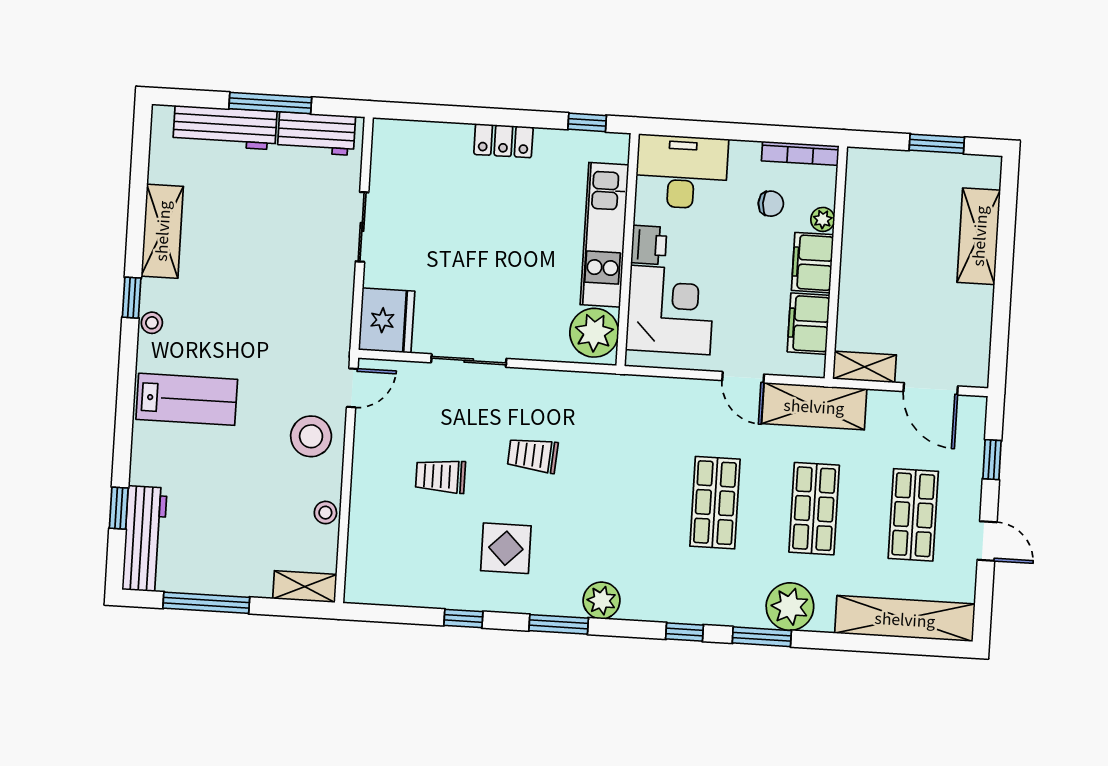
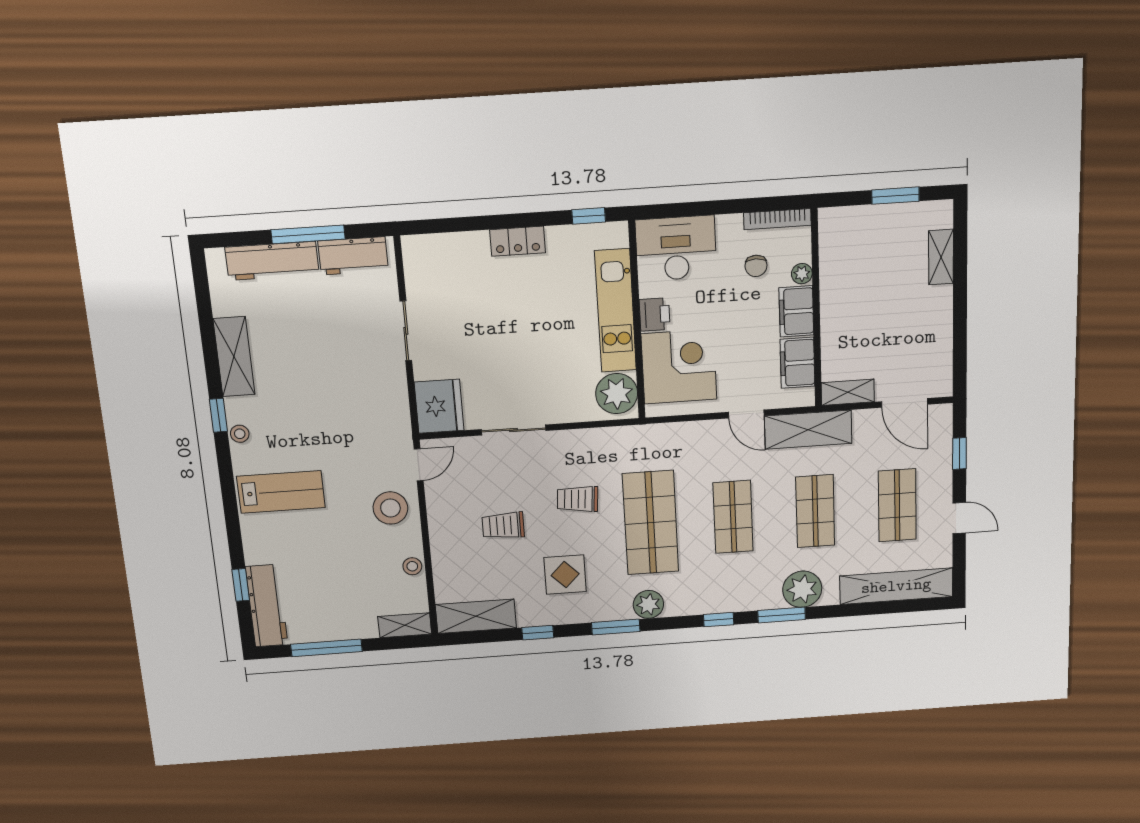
chair: (771, 204) -> (756, 266), turned 90
shelving: (979, 236) -> (941, 257), width x0.67, depth x0.75
shop shelf: (616, 497) -> (651, 523), added
shelving: (392, 587) -> (476, 616), added

